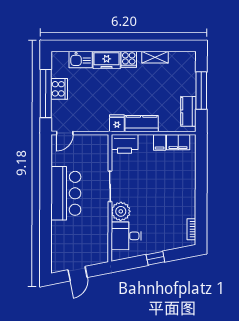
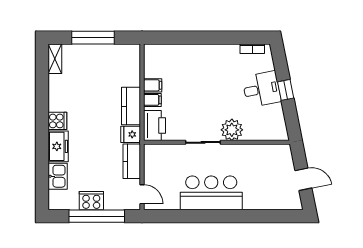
shelving: (155, 57) -> (55, 59), moved
kitchen counter: (188, 111) -> (132, 161), moved, turned 90
filing cabinet: (178, 142) -> (152, 100), moved, width x0.50
desk: (126, 236) -> (262, 89), moved, turned -101

